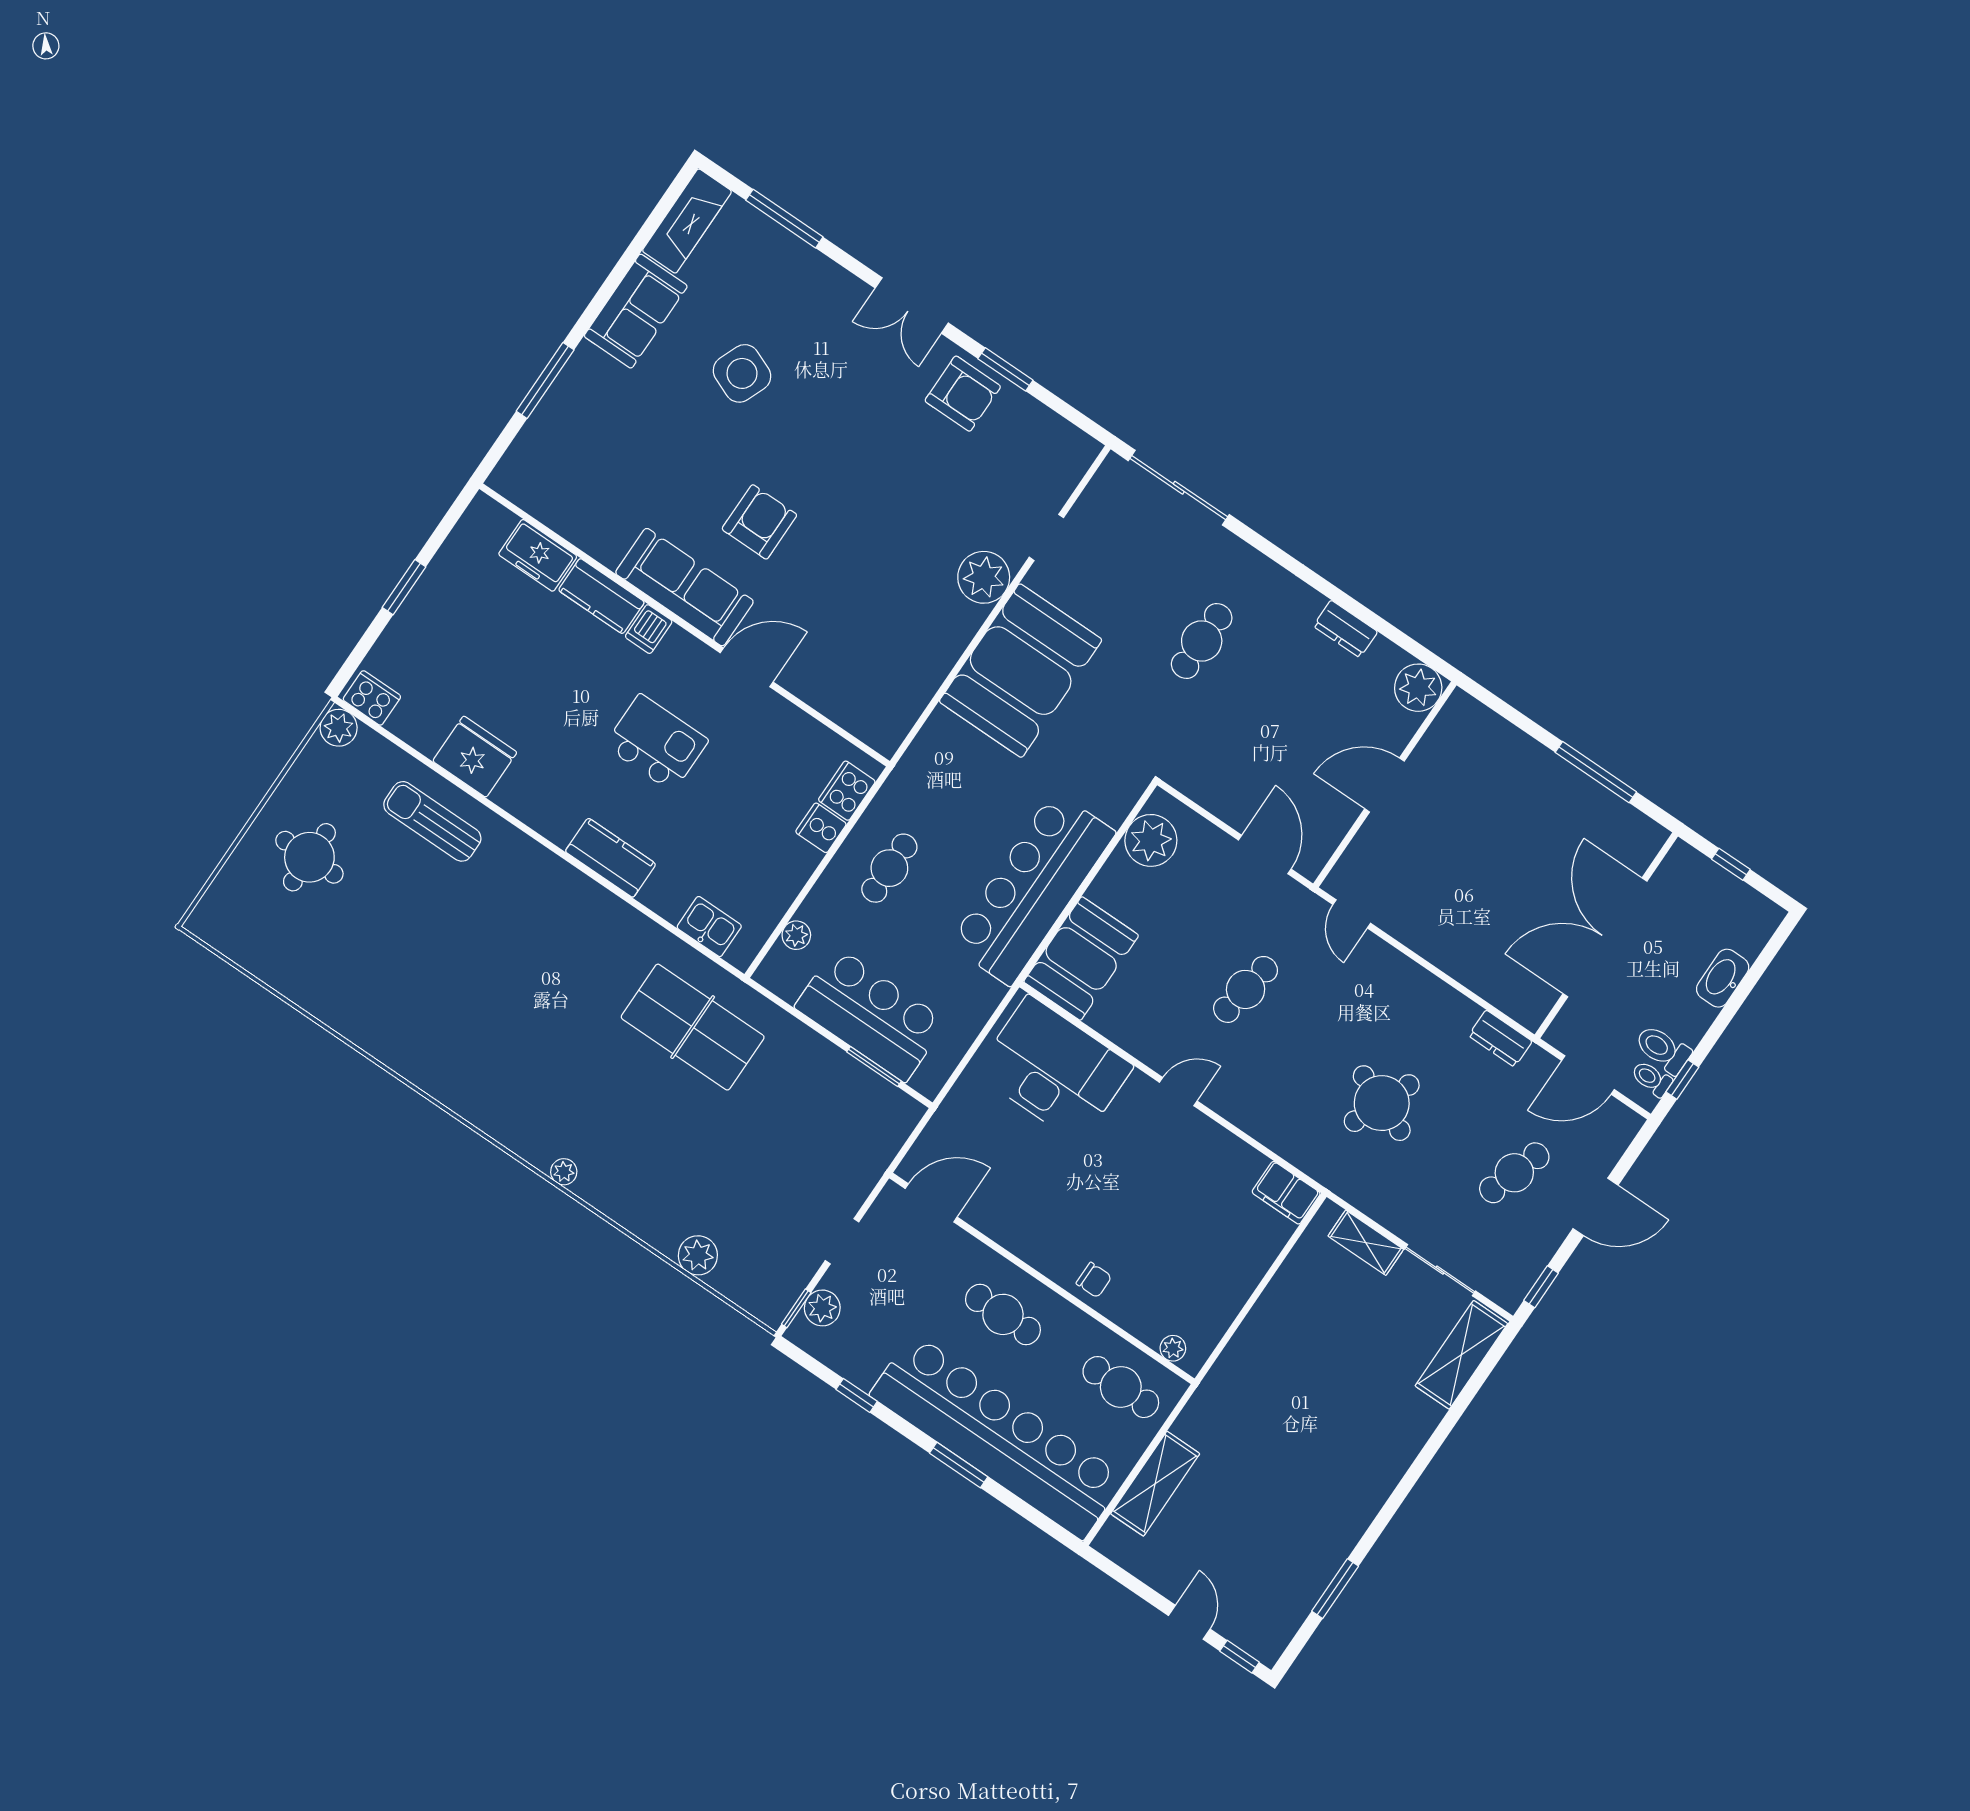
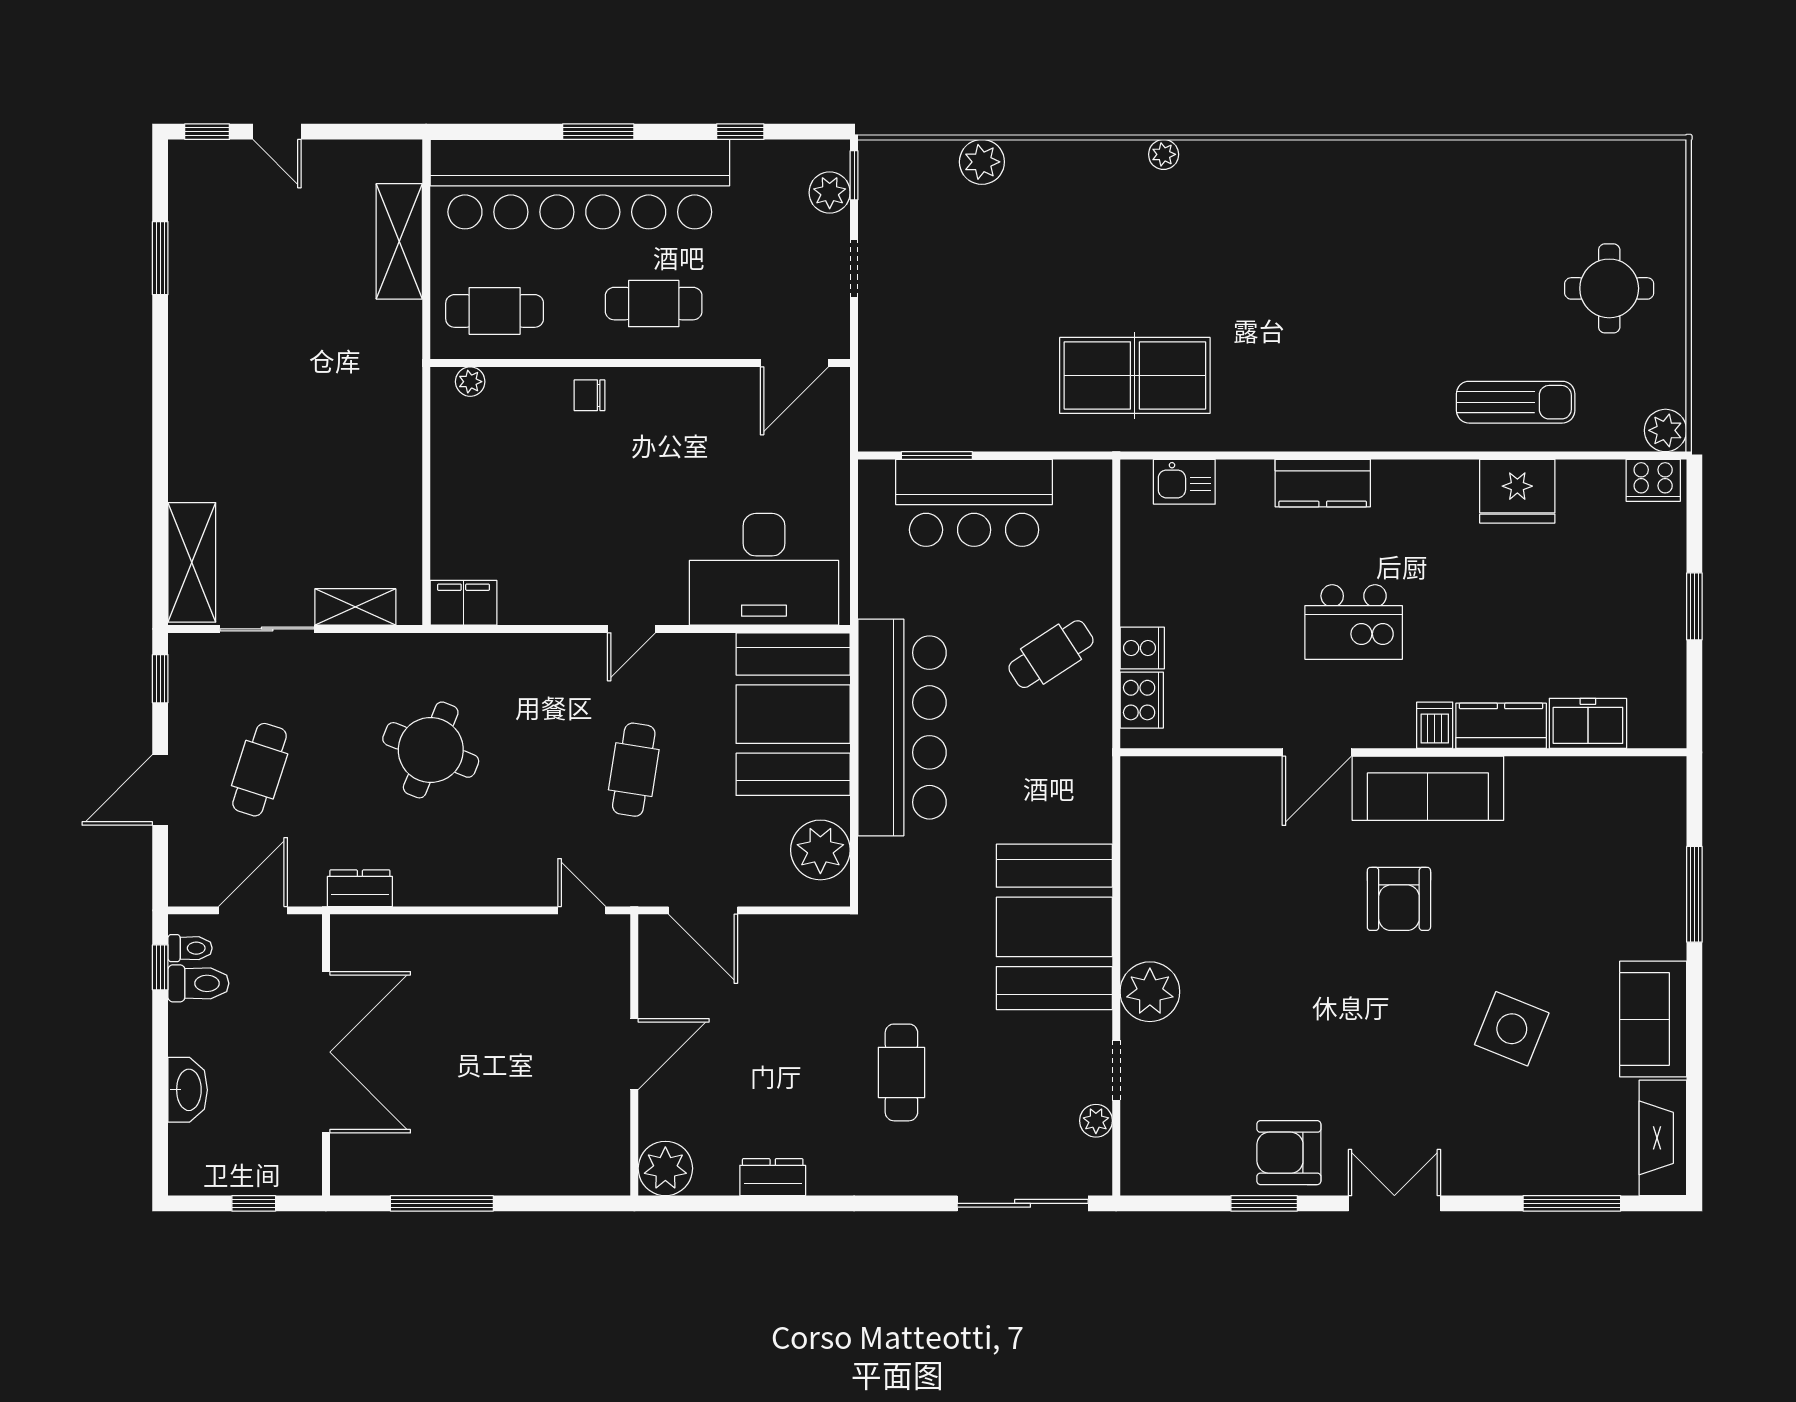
cafe table: (889, 868) -> (1051, 654), turned 57
plant: (796, 935) -> (1096, 1121), moved
booth: (1081, 958) -> (793, 714), width x1.36, depth x1.42

